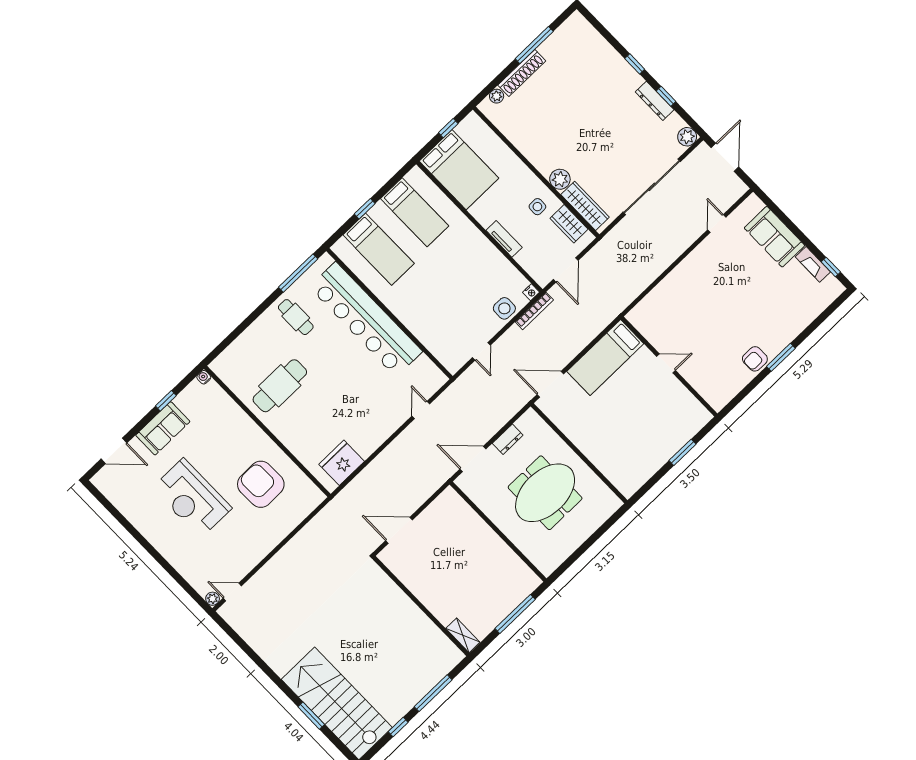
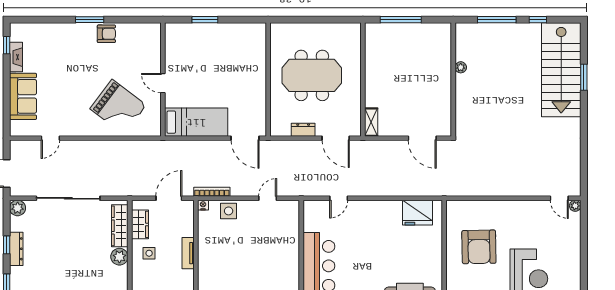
grand piano: (685, 306) -> (118, 107), added
plant: (425, 623) -> (461, 67), added
shelving: (463, 635) -> (371, 122), moved

